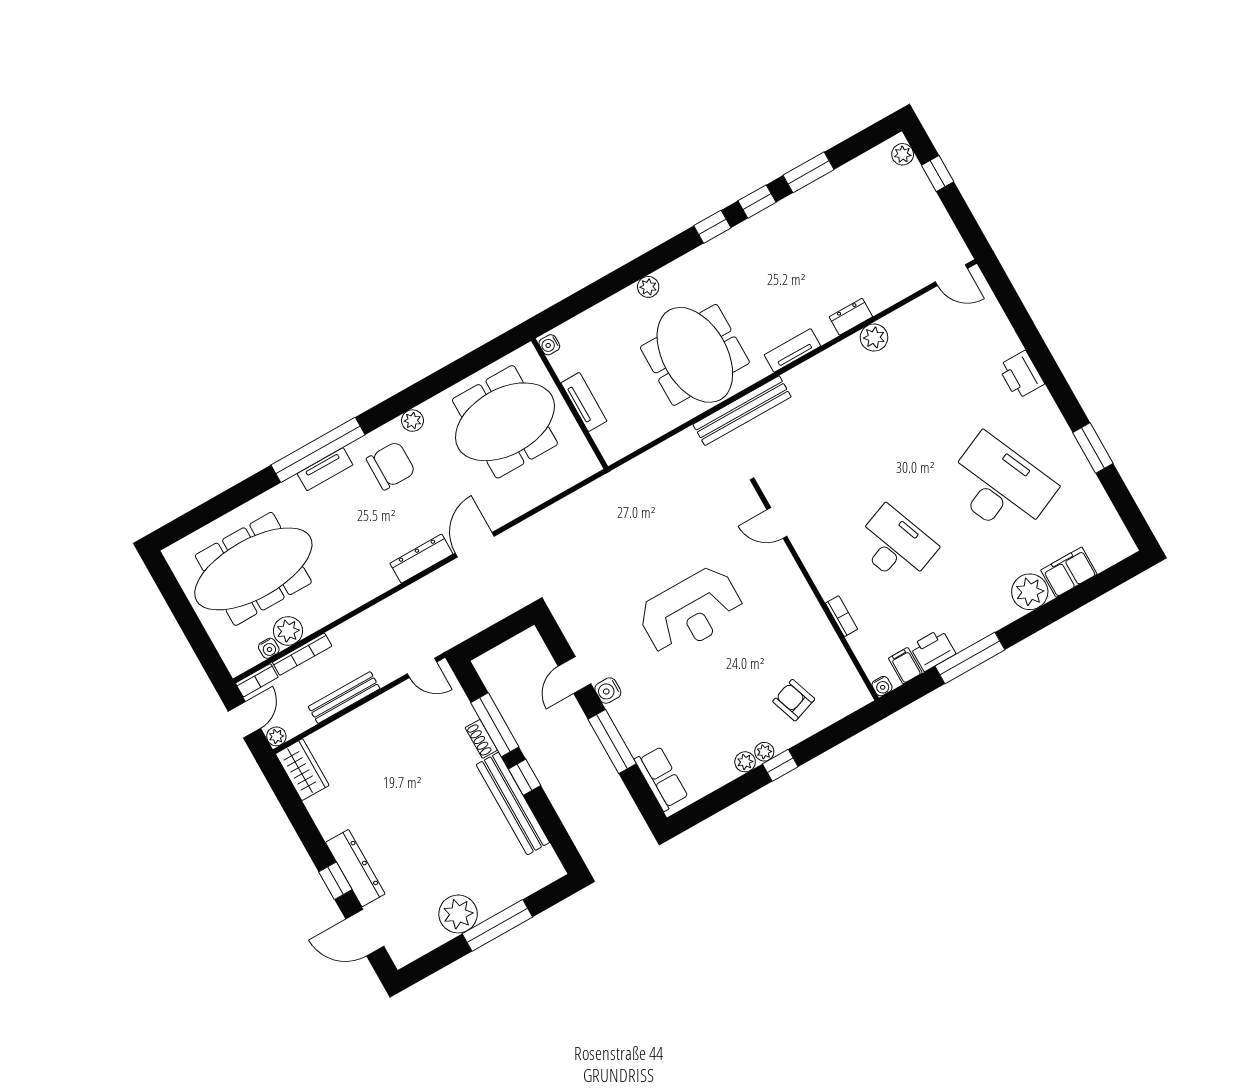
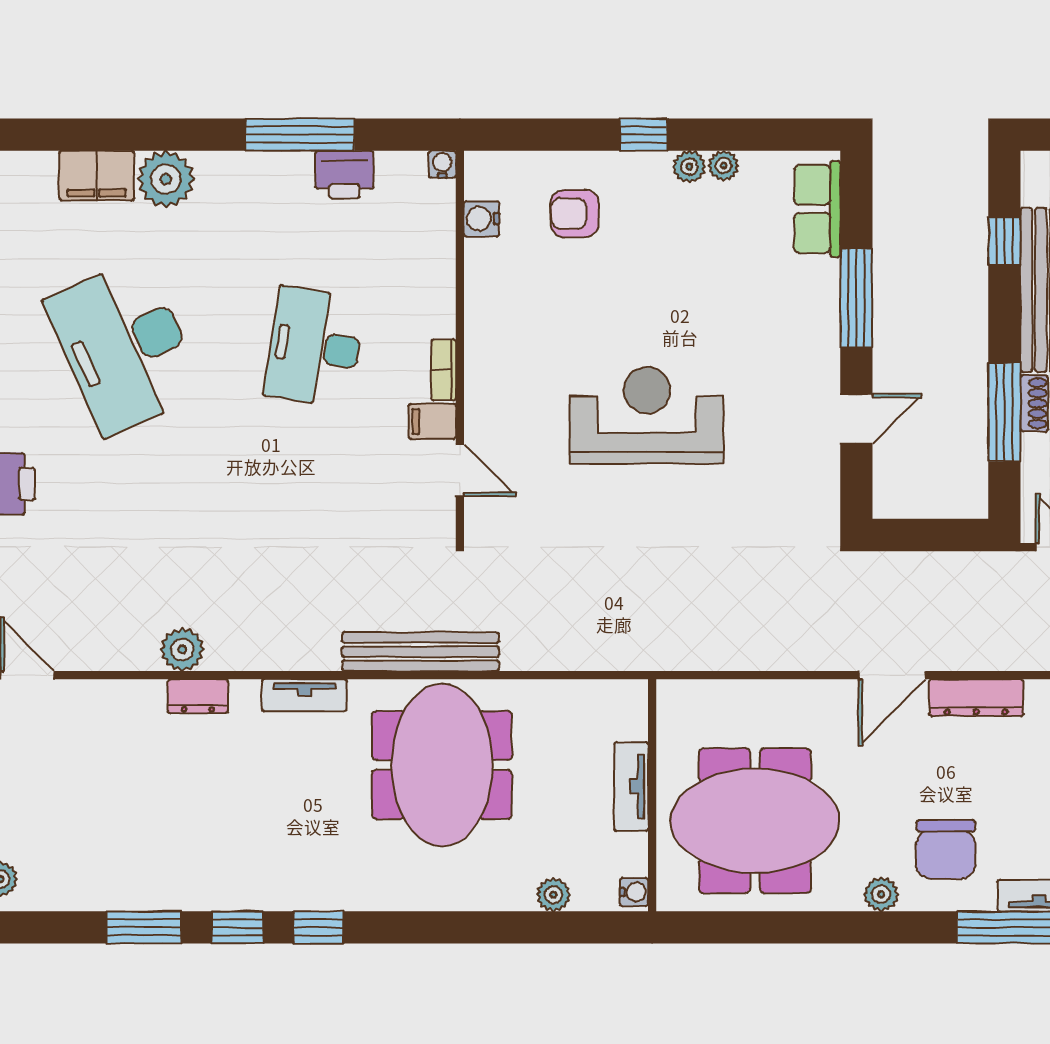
plant: (648, 287) -> (553, 895), moved
chair: (391, 466) -> (946, 849), turned -90
desk: (895, 546) -> (315, 347), turned 30
bookcase: (841, 616) -> (444, 370), moved
filing cabinet: (905, 666) -> (432, 421), moved, turned 90
water cooler: (608, 691) -> (482, 219), moved, turned 180
armchair: (794, 700) -> (575, 214), turned 109
plant: (764, 752) -> (724, 166), moved
window: (525, 777) -> (1004, 241), moved

